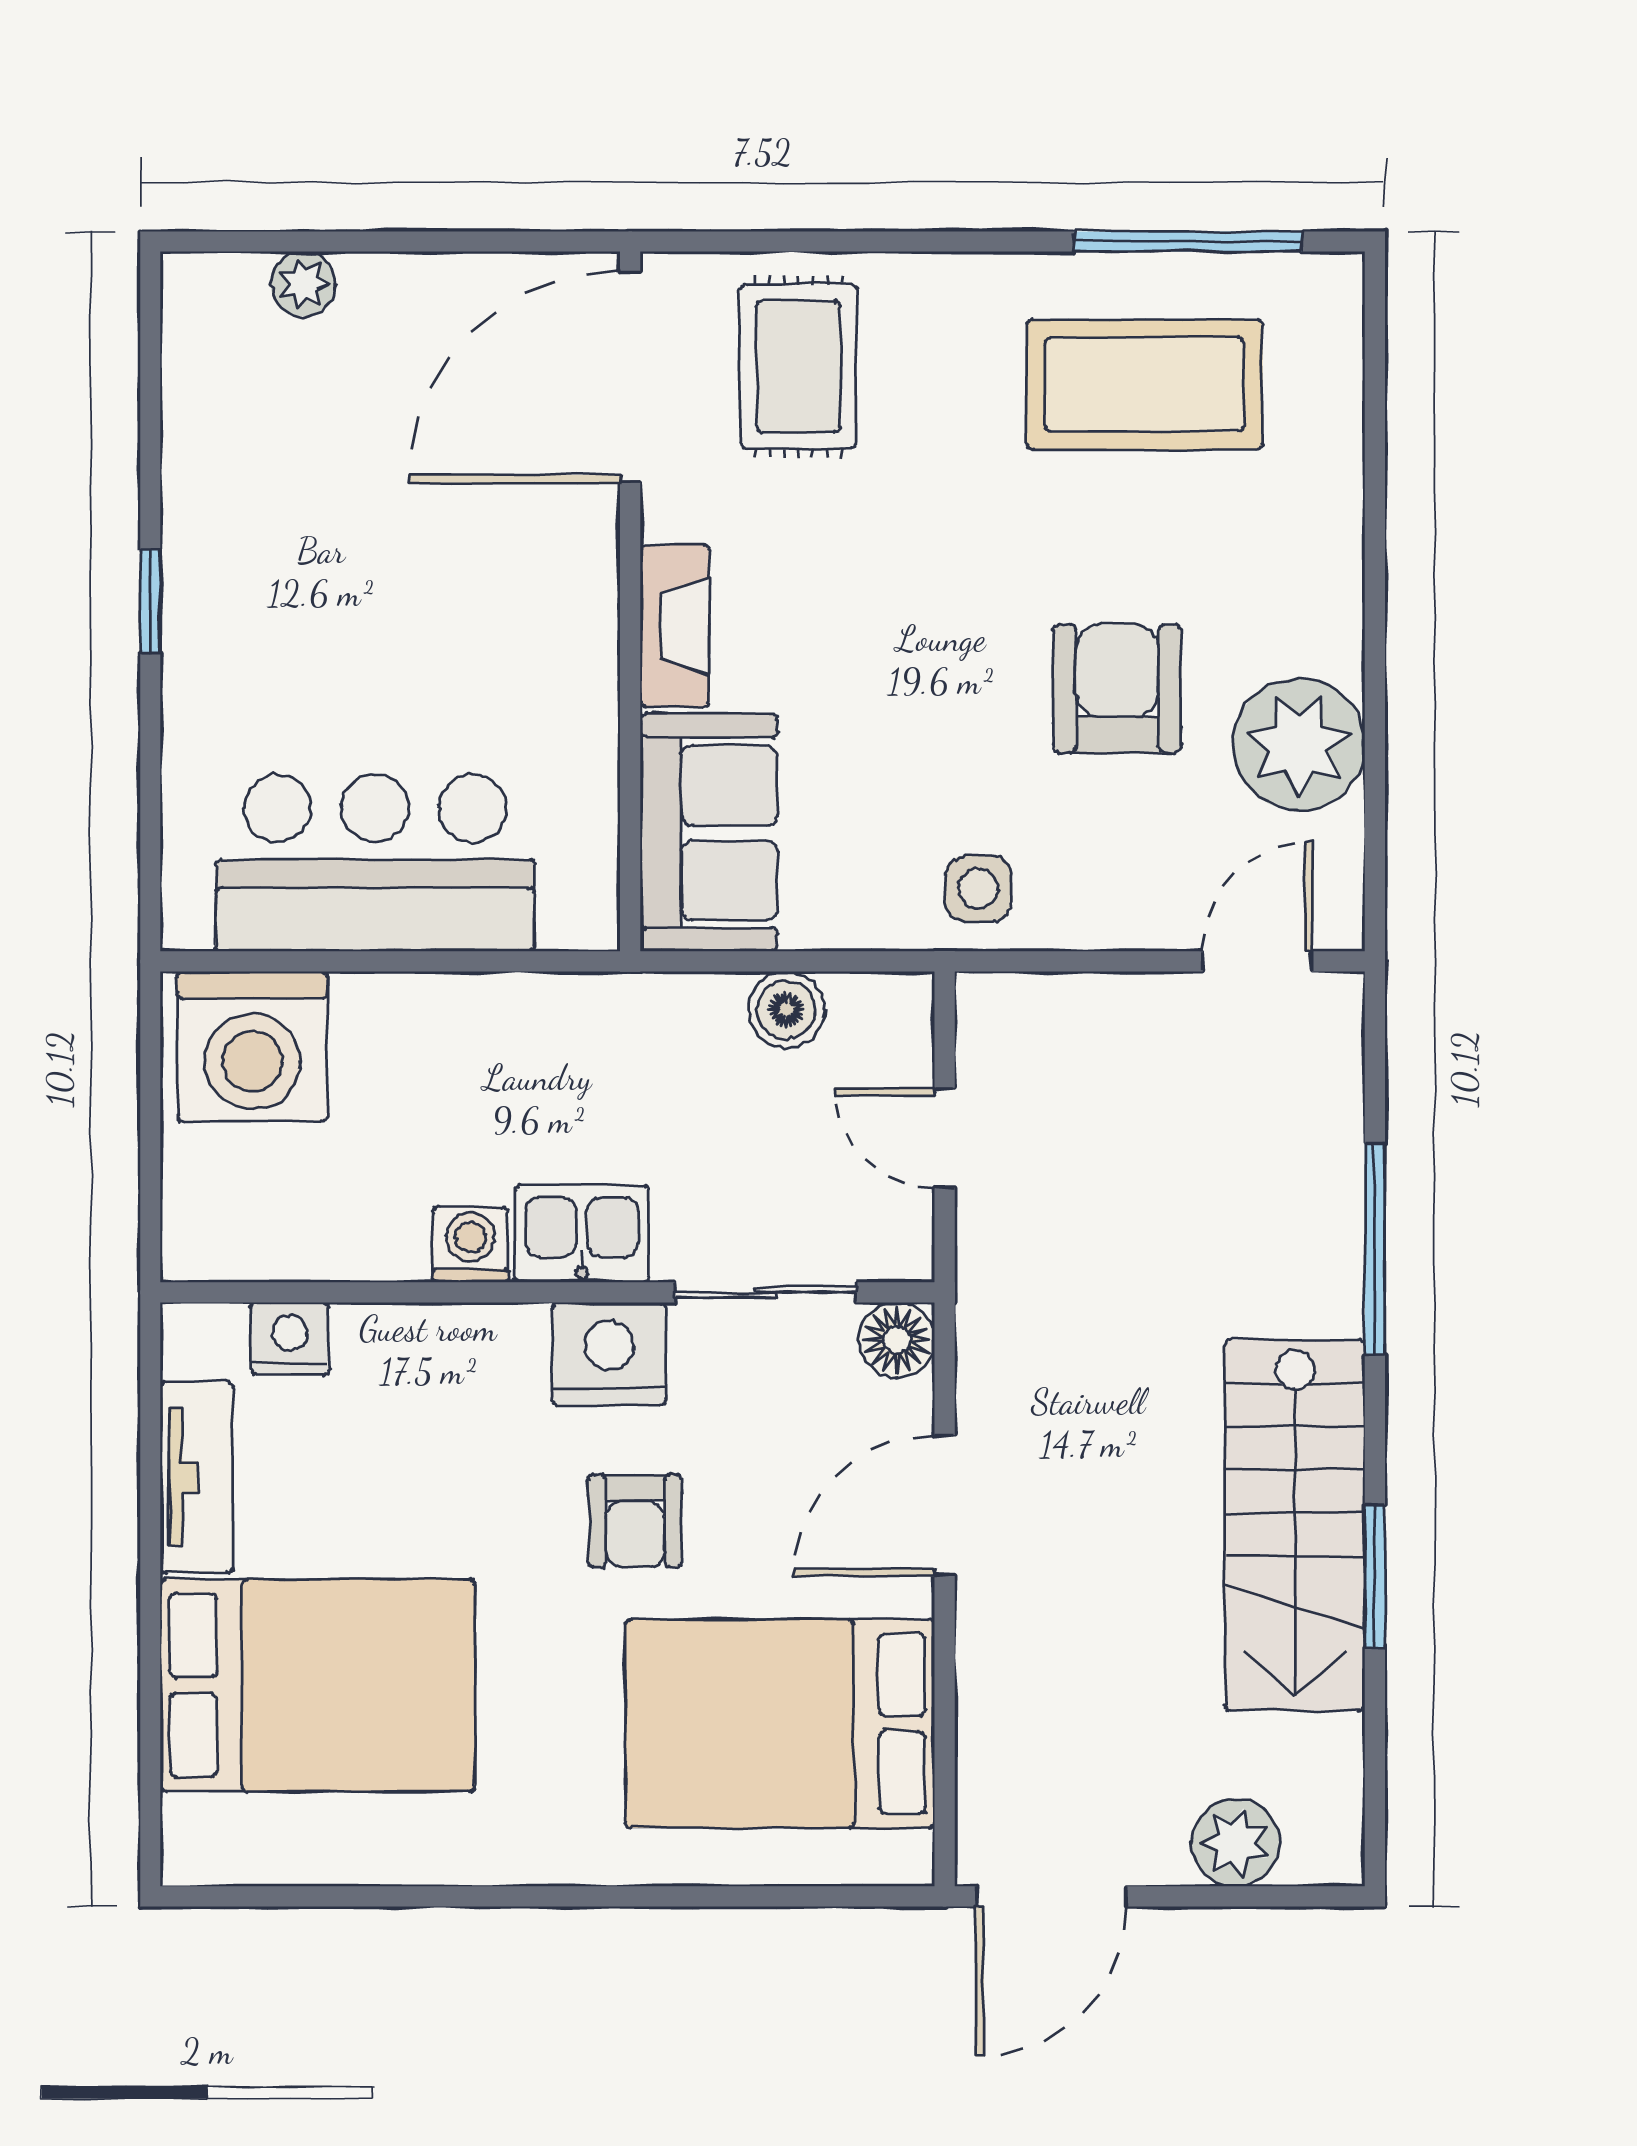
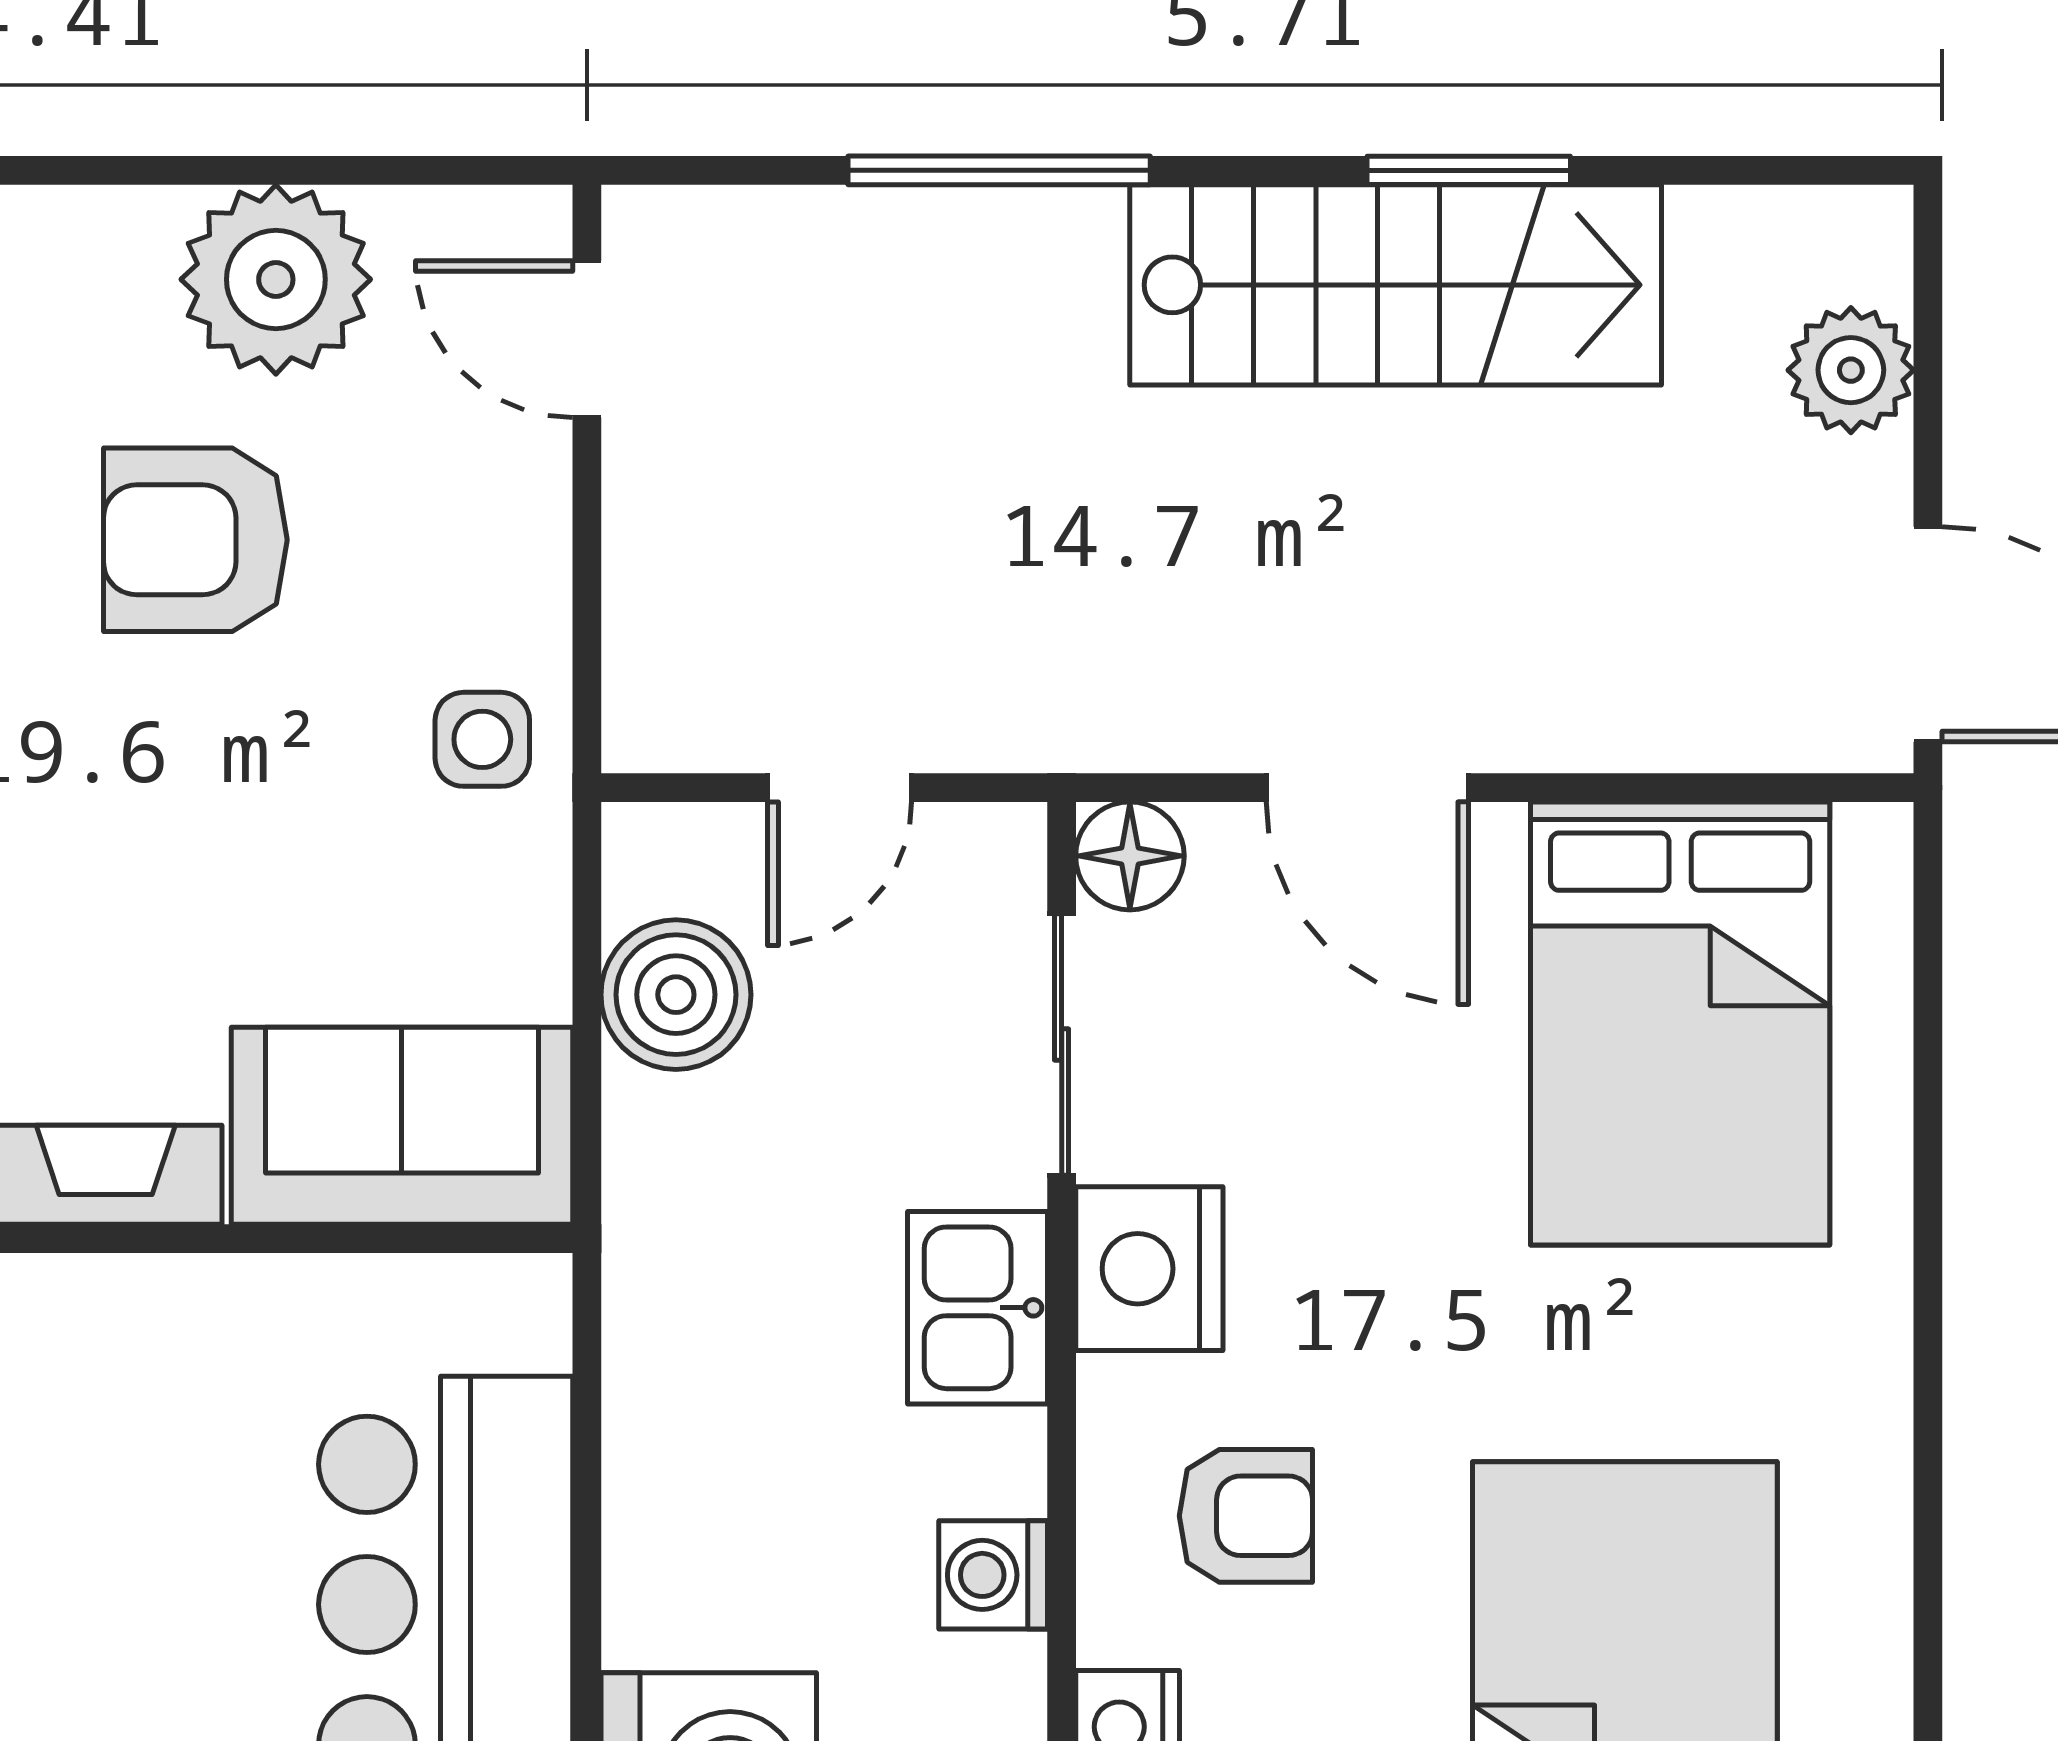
boiler: (786, 1010) -> (676, 995), width x1.36, depth x1.36
washing machine: (470, 1245) -> (993, 1575), moved
armchair: (635, 1521) -> (1246, 1516), moved

